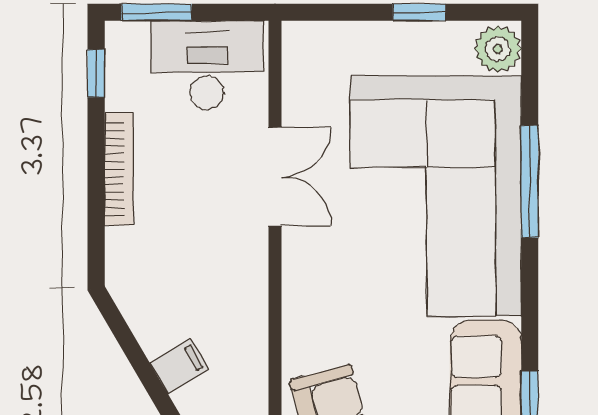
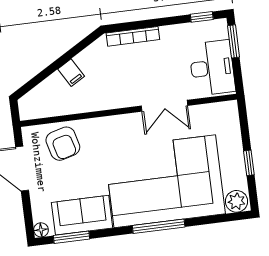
bookcase: (119, 169) -> (133, 36), moved
window: (530, 181) -> (159, 226), moved

